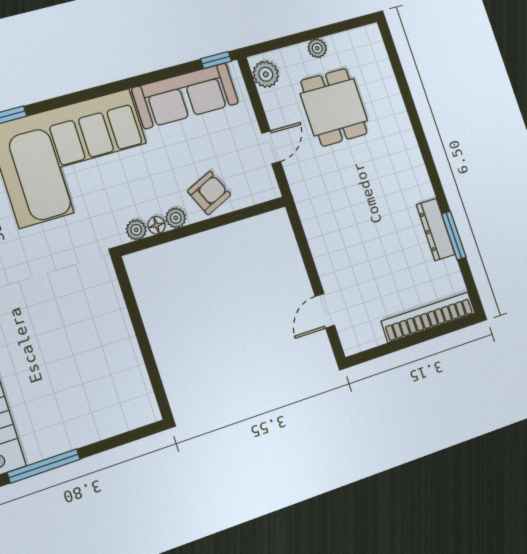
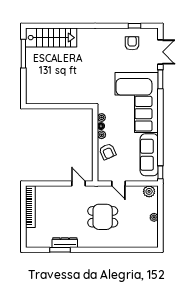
dining table: (334, 107) -> (103, 217), moved
door: (325, 311) -> (78, 183), moved
bookcase: (428, 317) -> (30, 207), moved

